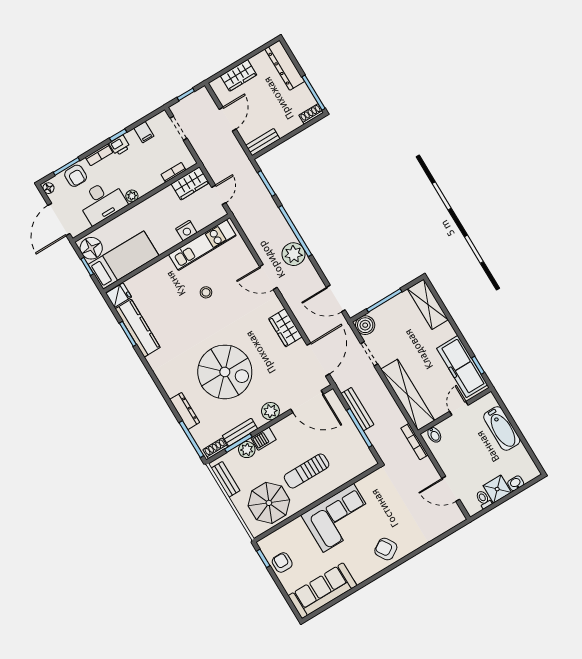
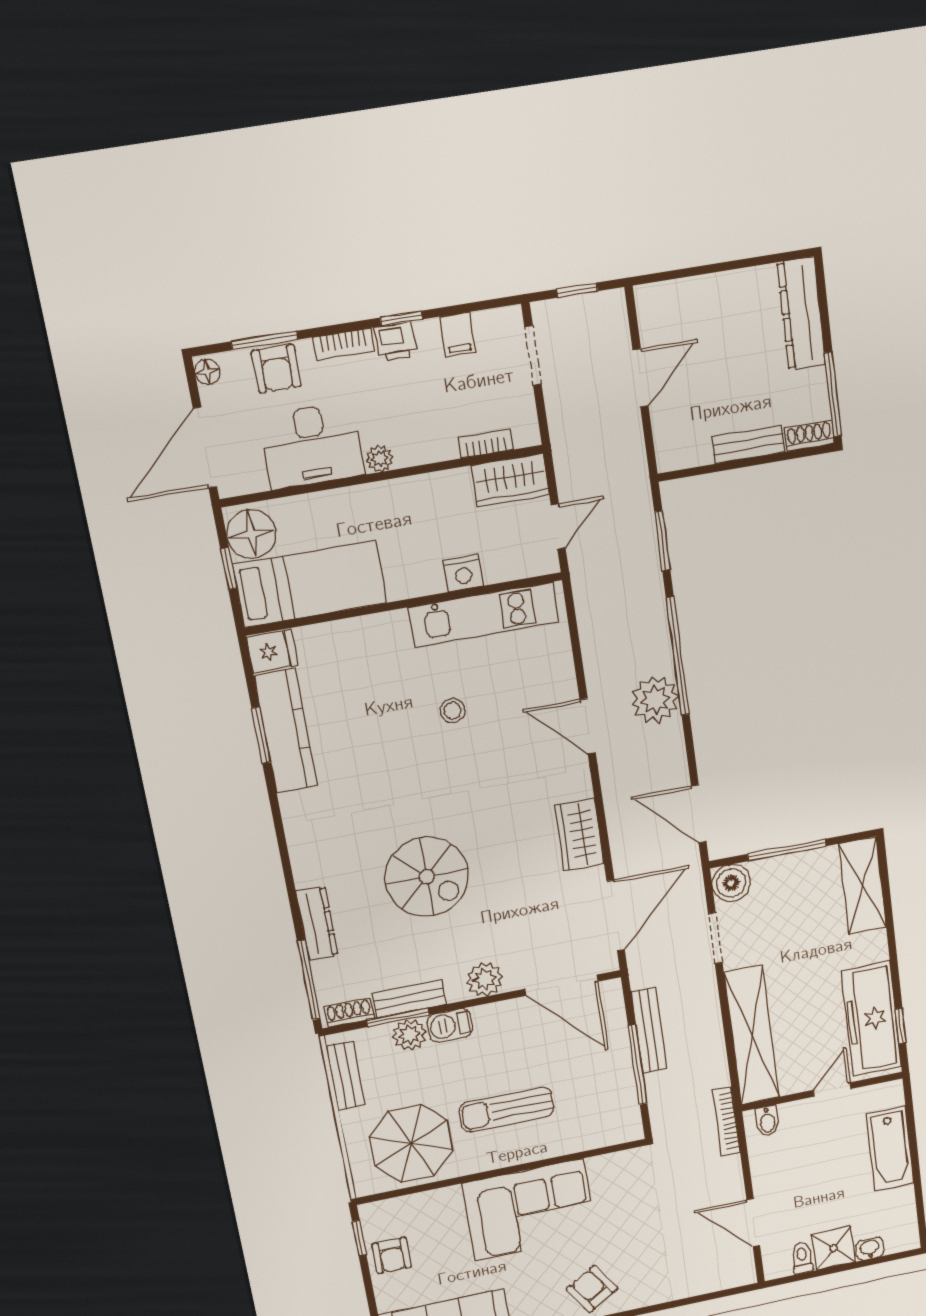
wardrobe: (239, 75) -> (701, 296), removed
bench: (263, 142) -> (748, 444), moved
spiral stairs: (225, 372) -> (427, 877), width x0.73, depth x0.73
armchair: (282, 563) -> (392, 1255), turned 180

